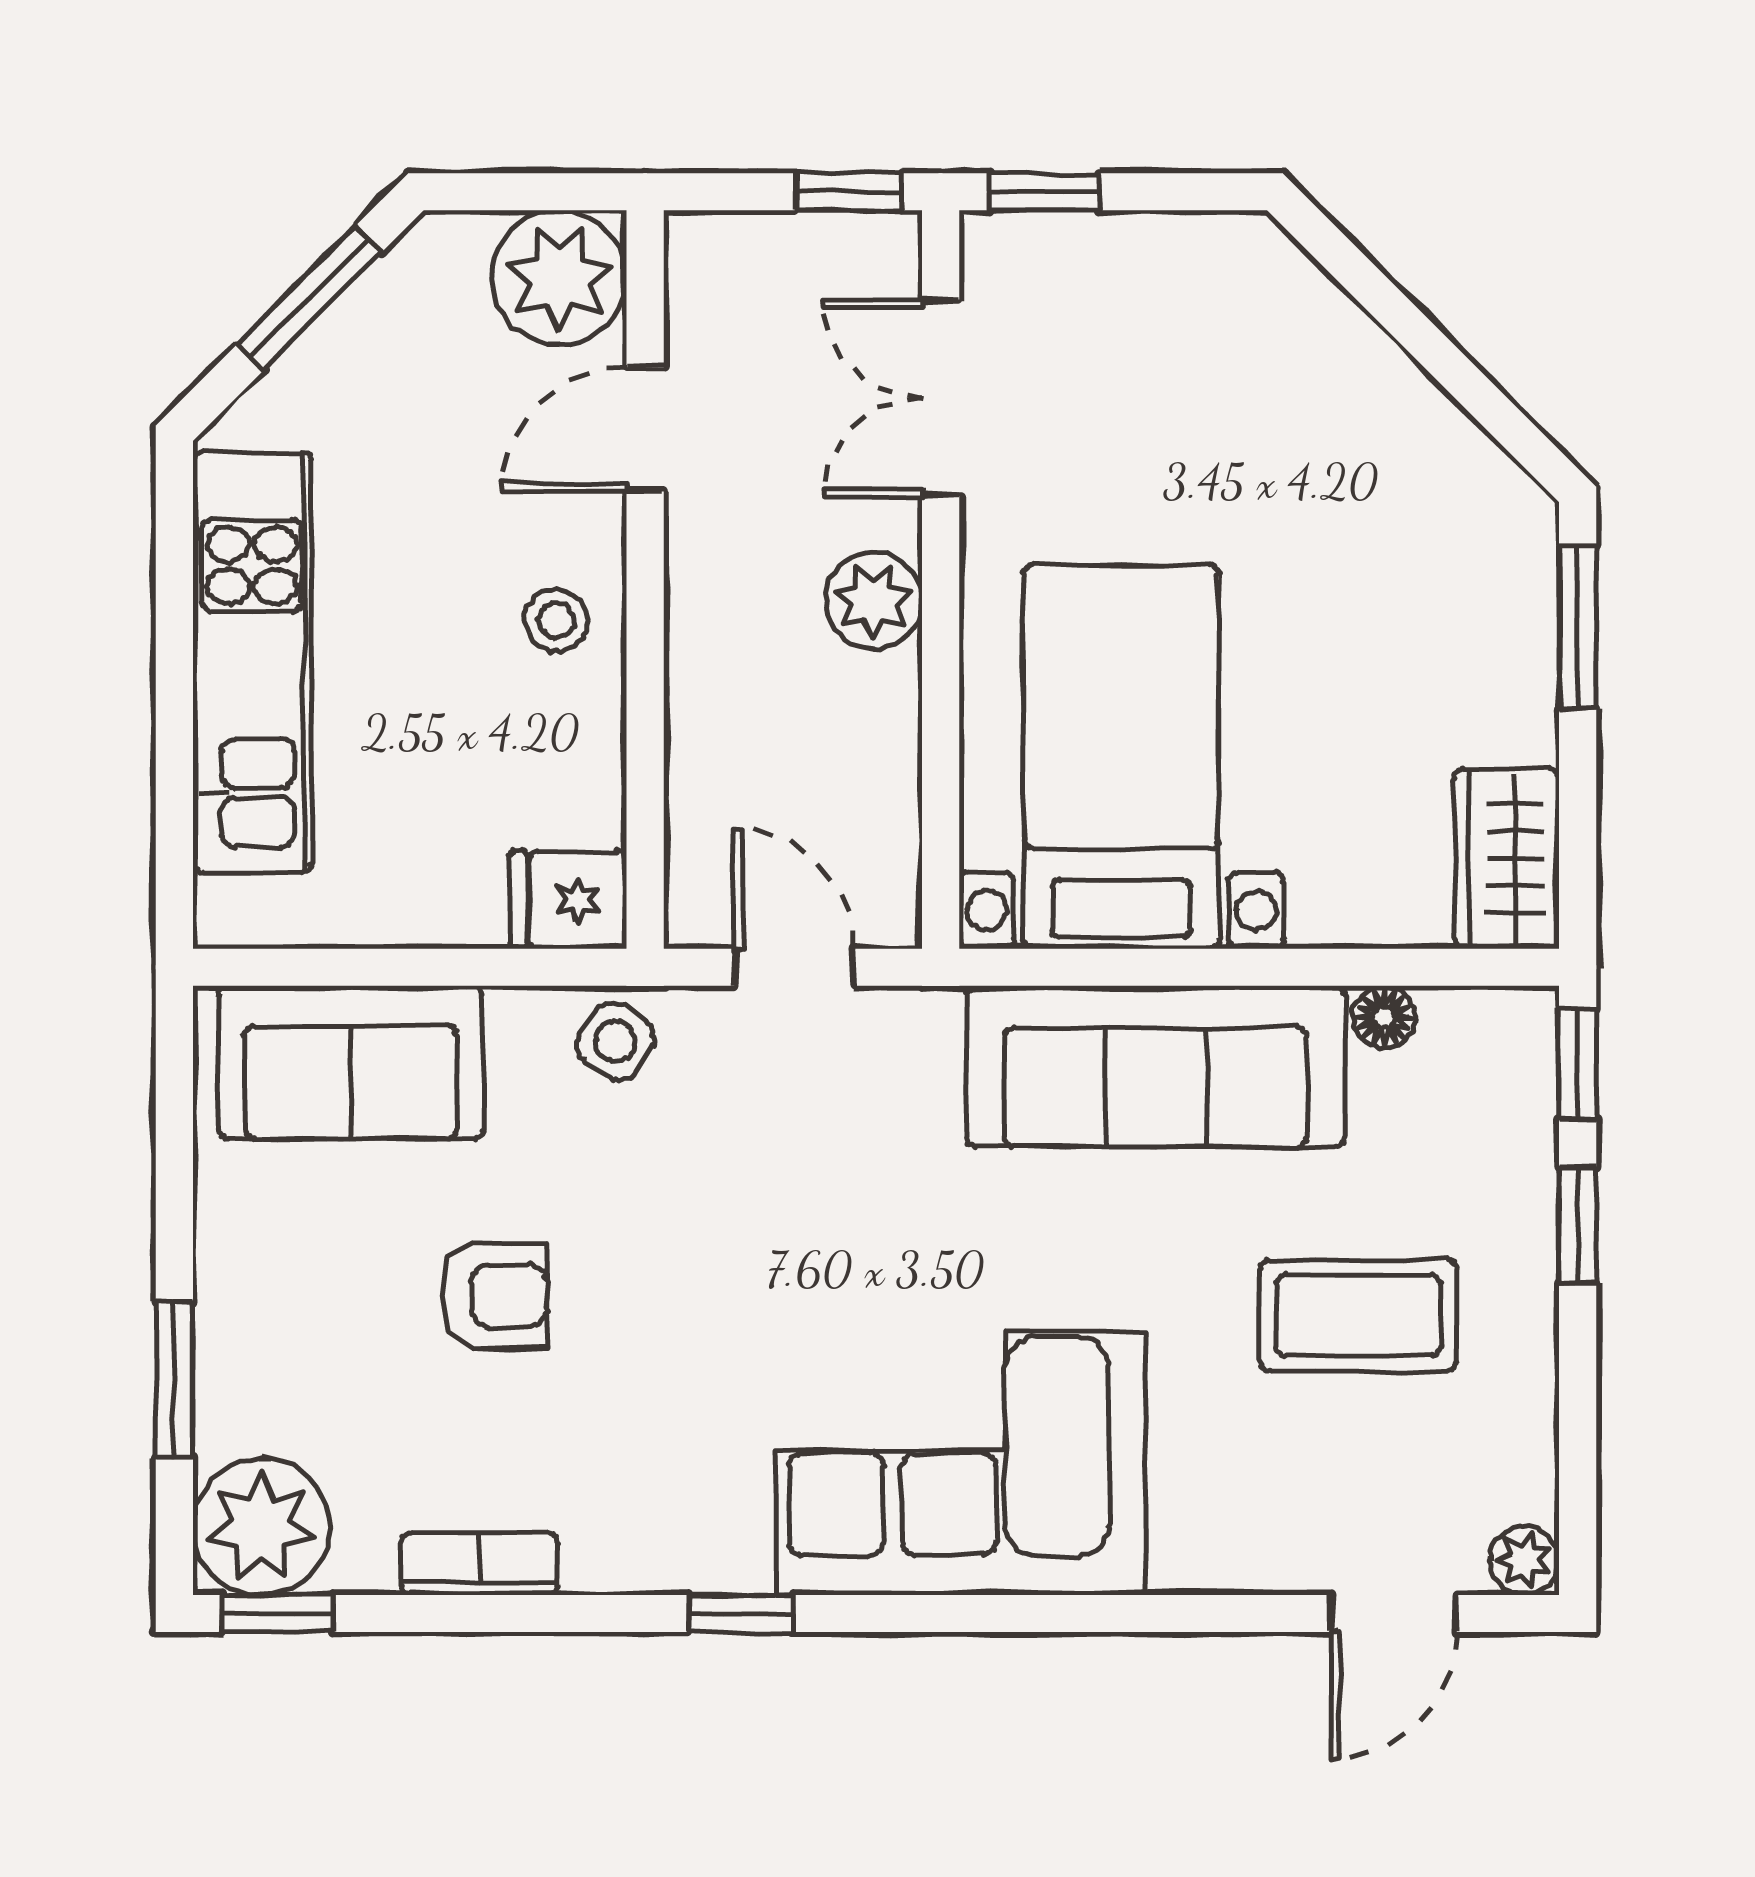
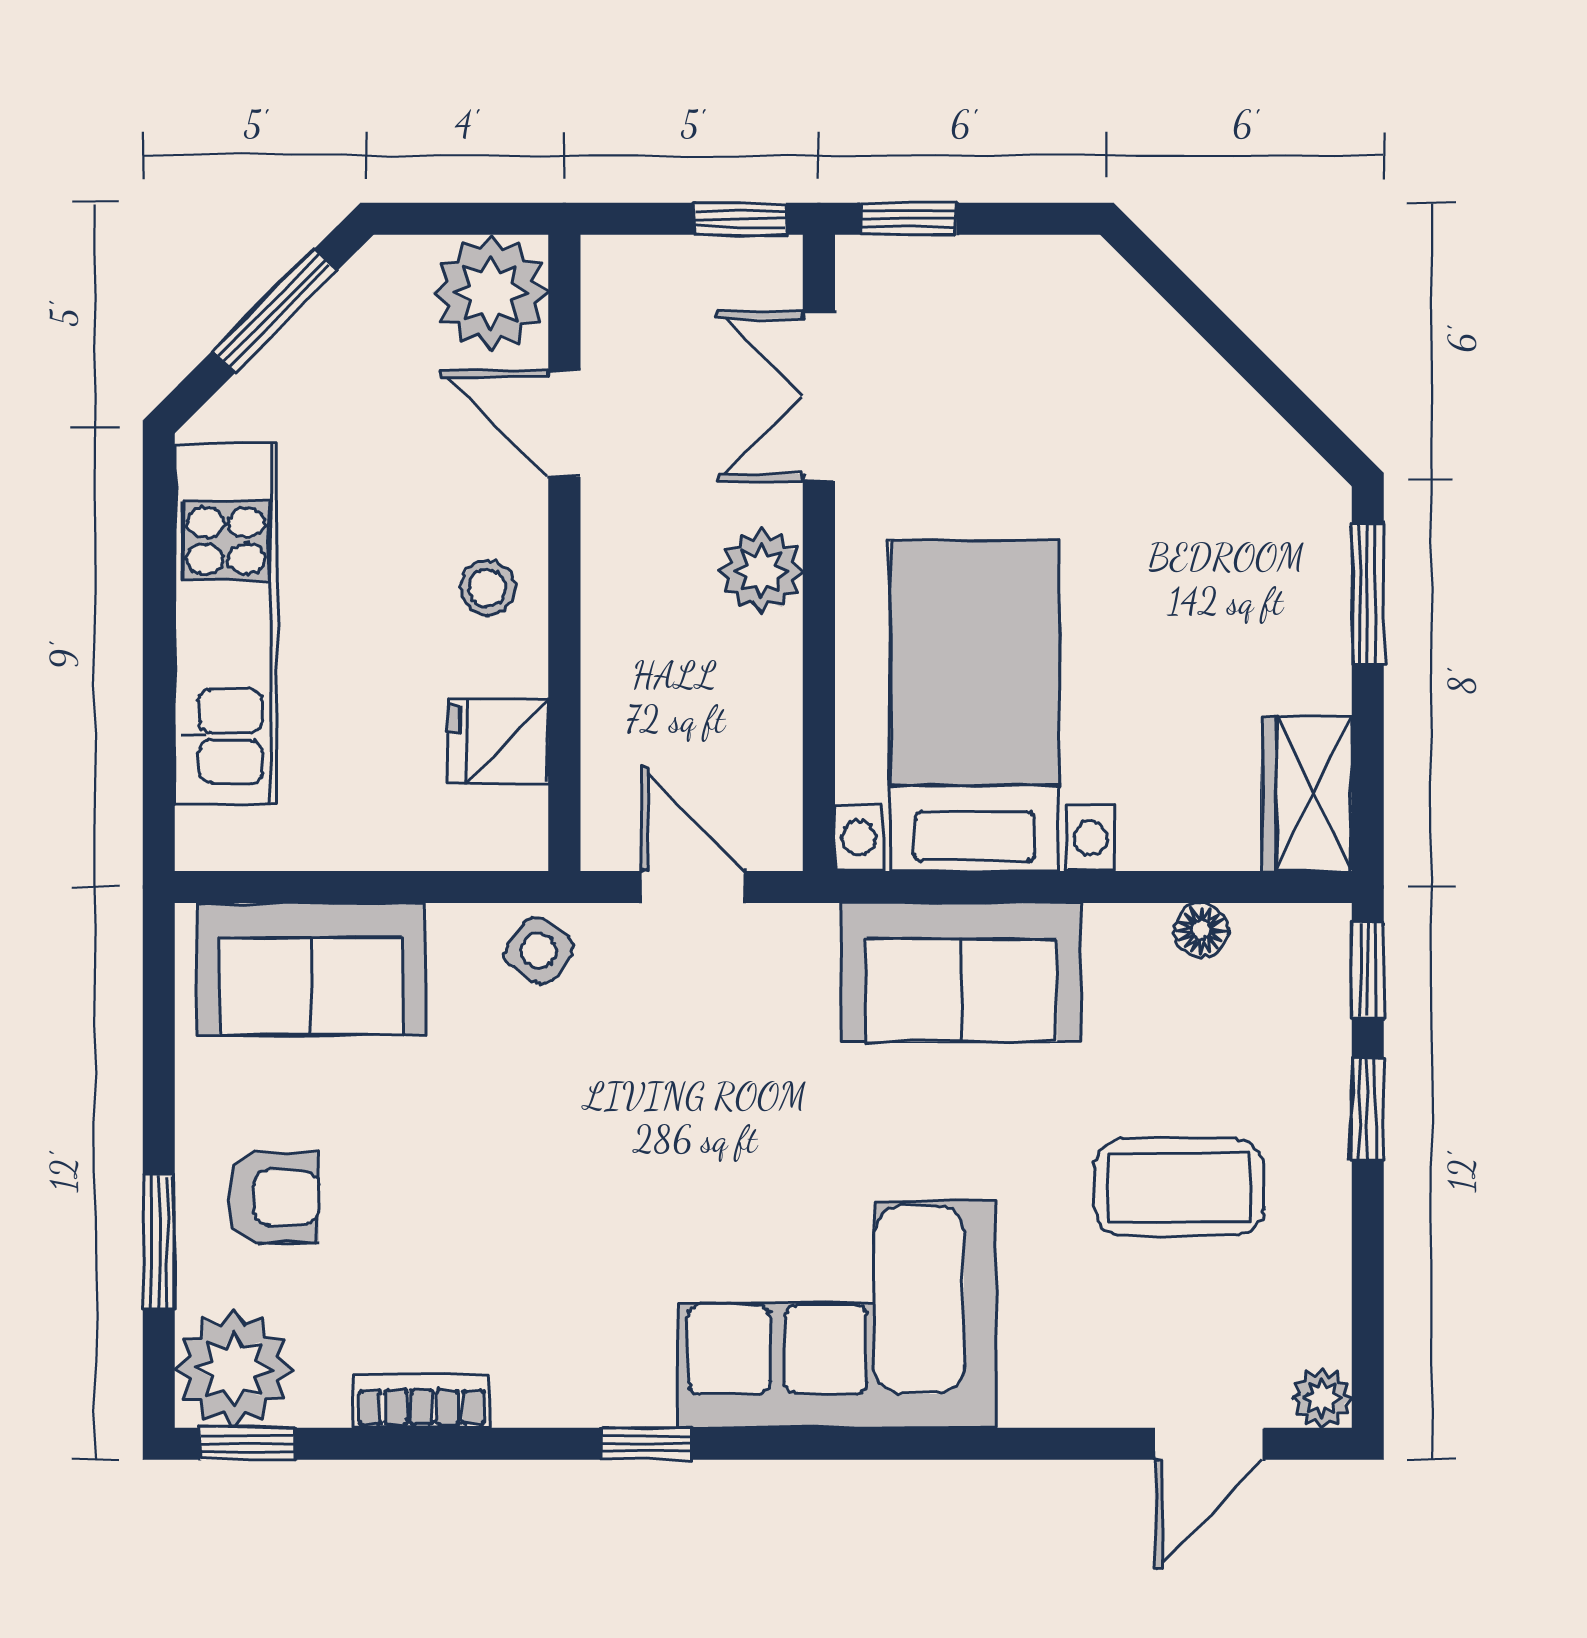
door: (645, 429) -> (564, 423), hinge flipped
fridge: (568, 900) -> (498, 741), moved
sofa: (1156, 1066) -> (961, 972), width x0.73
armchair: (494, 1296) -> (273, 1198), moved

